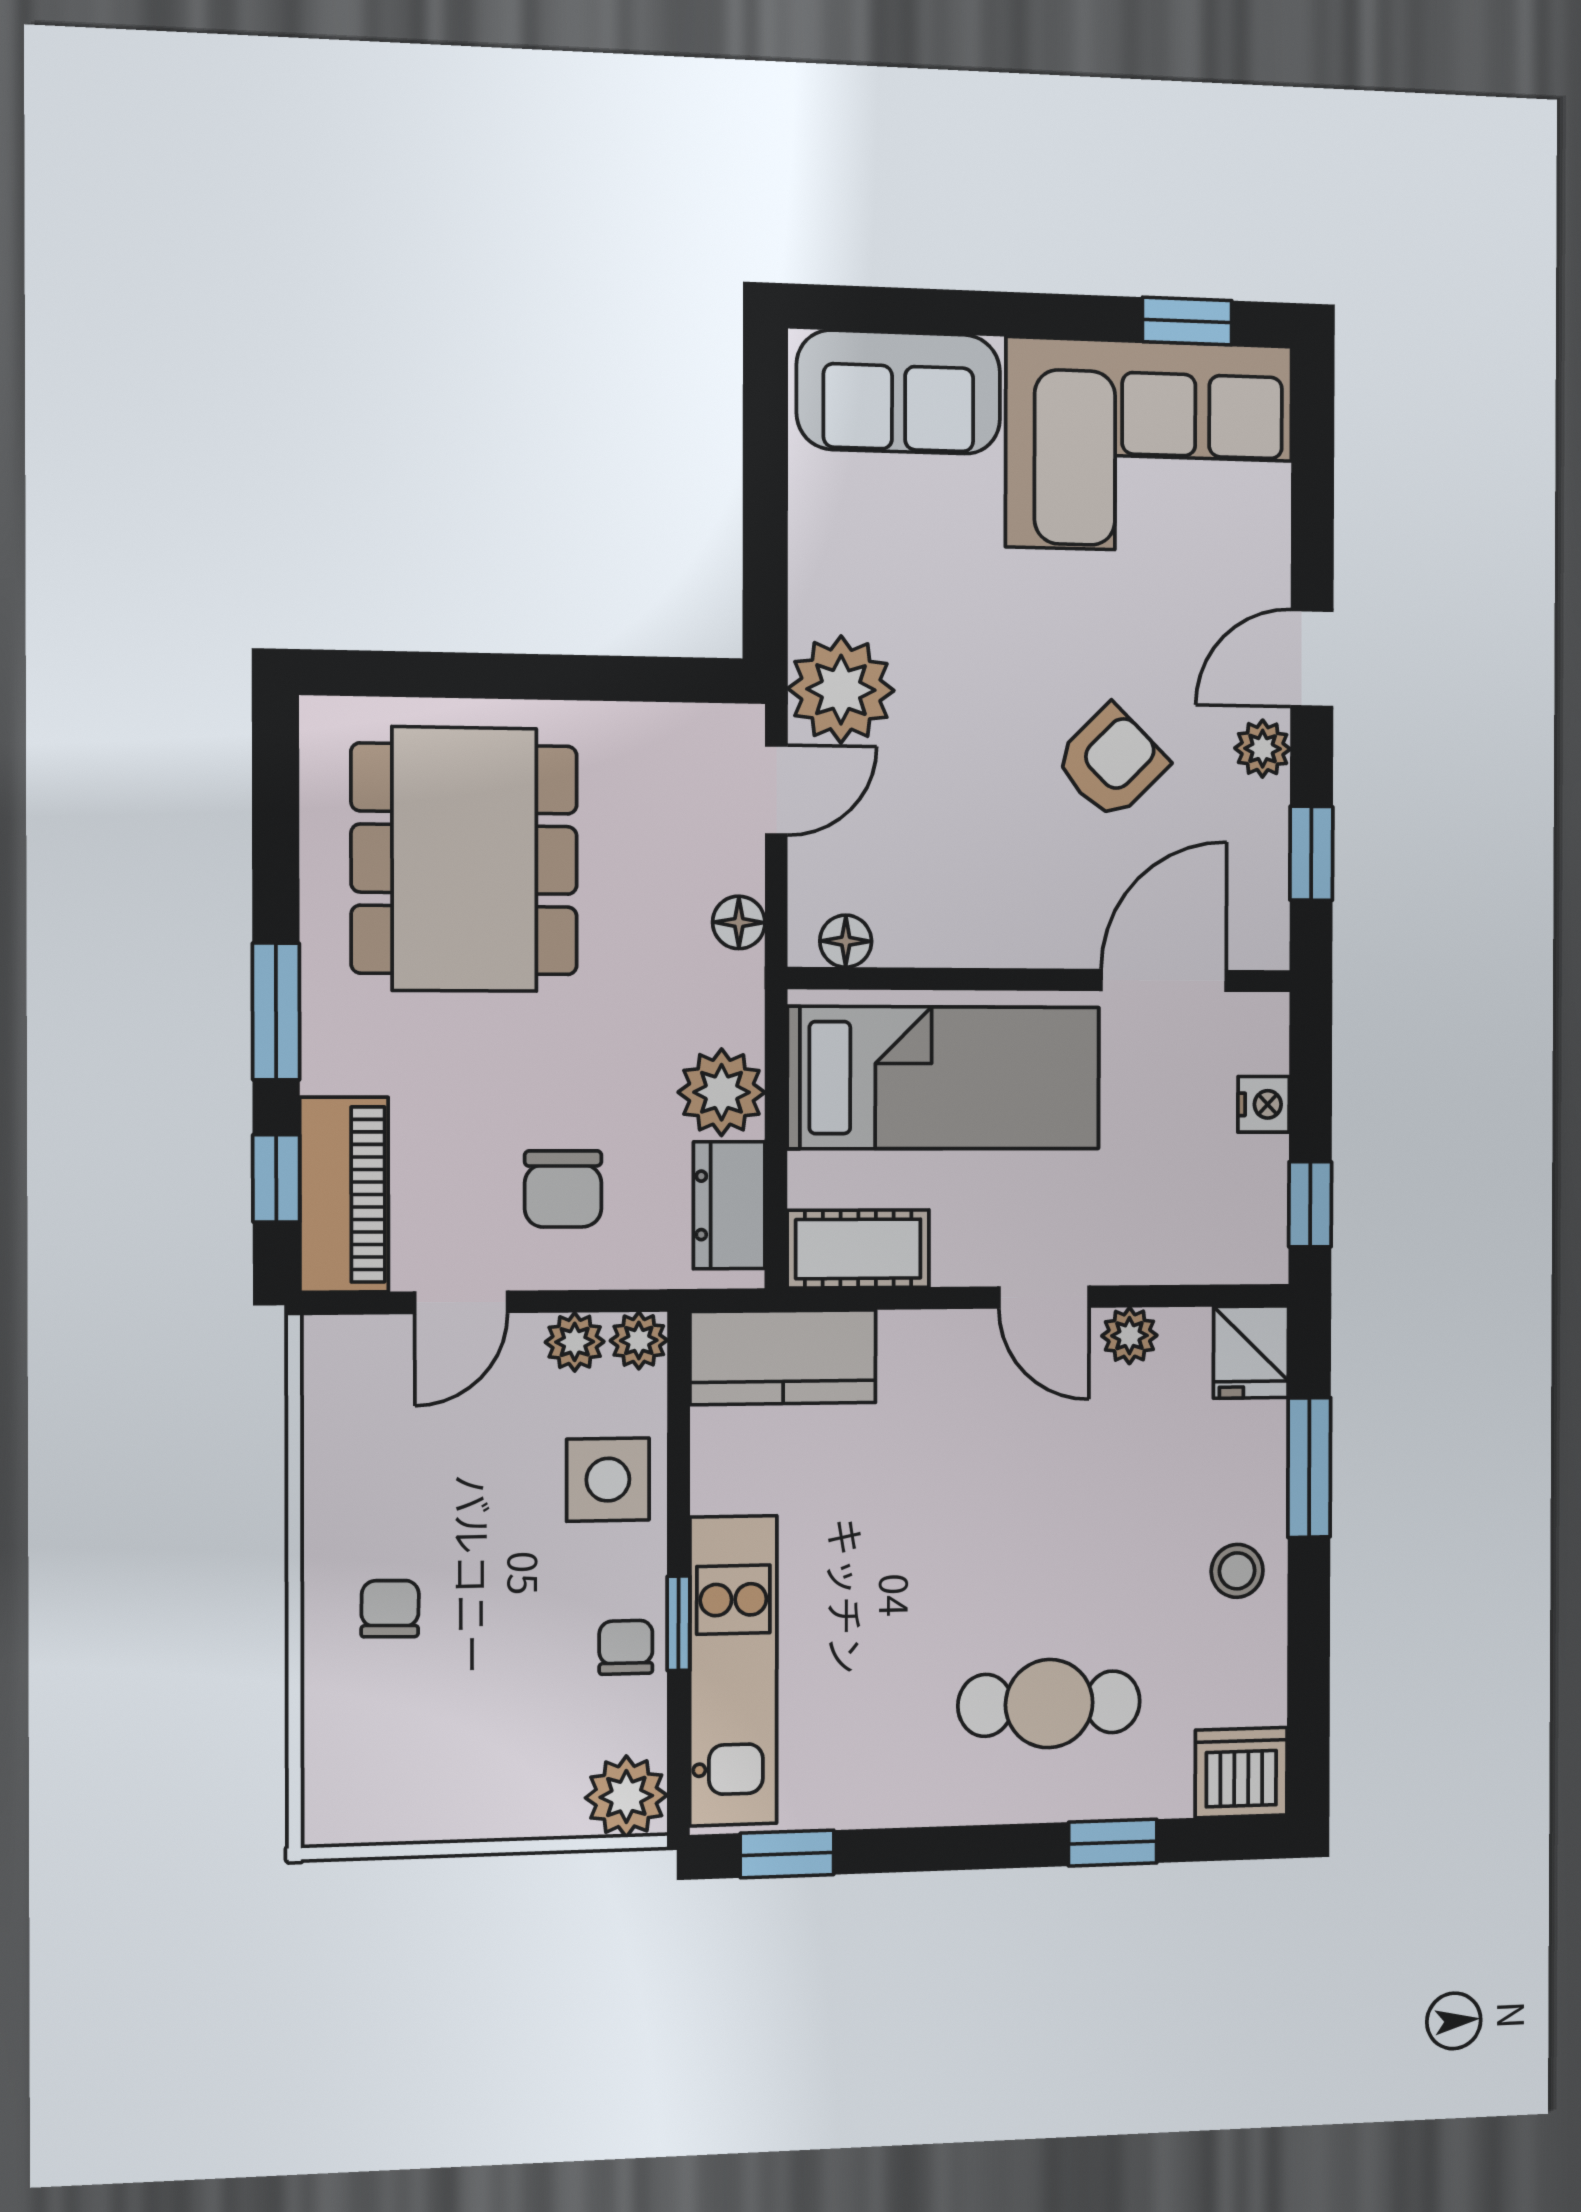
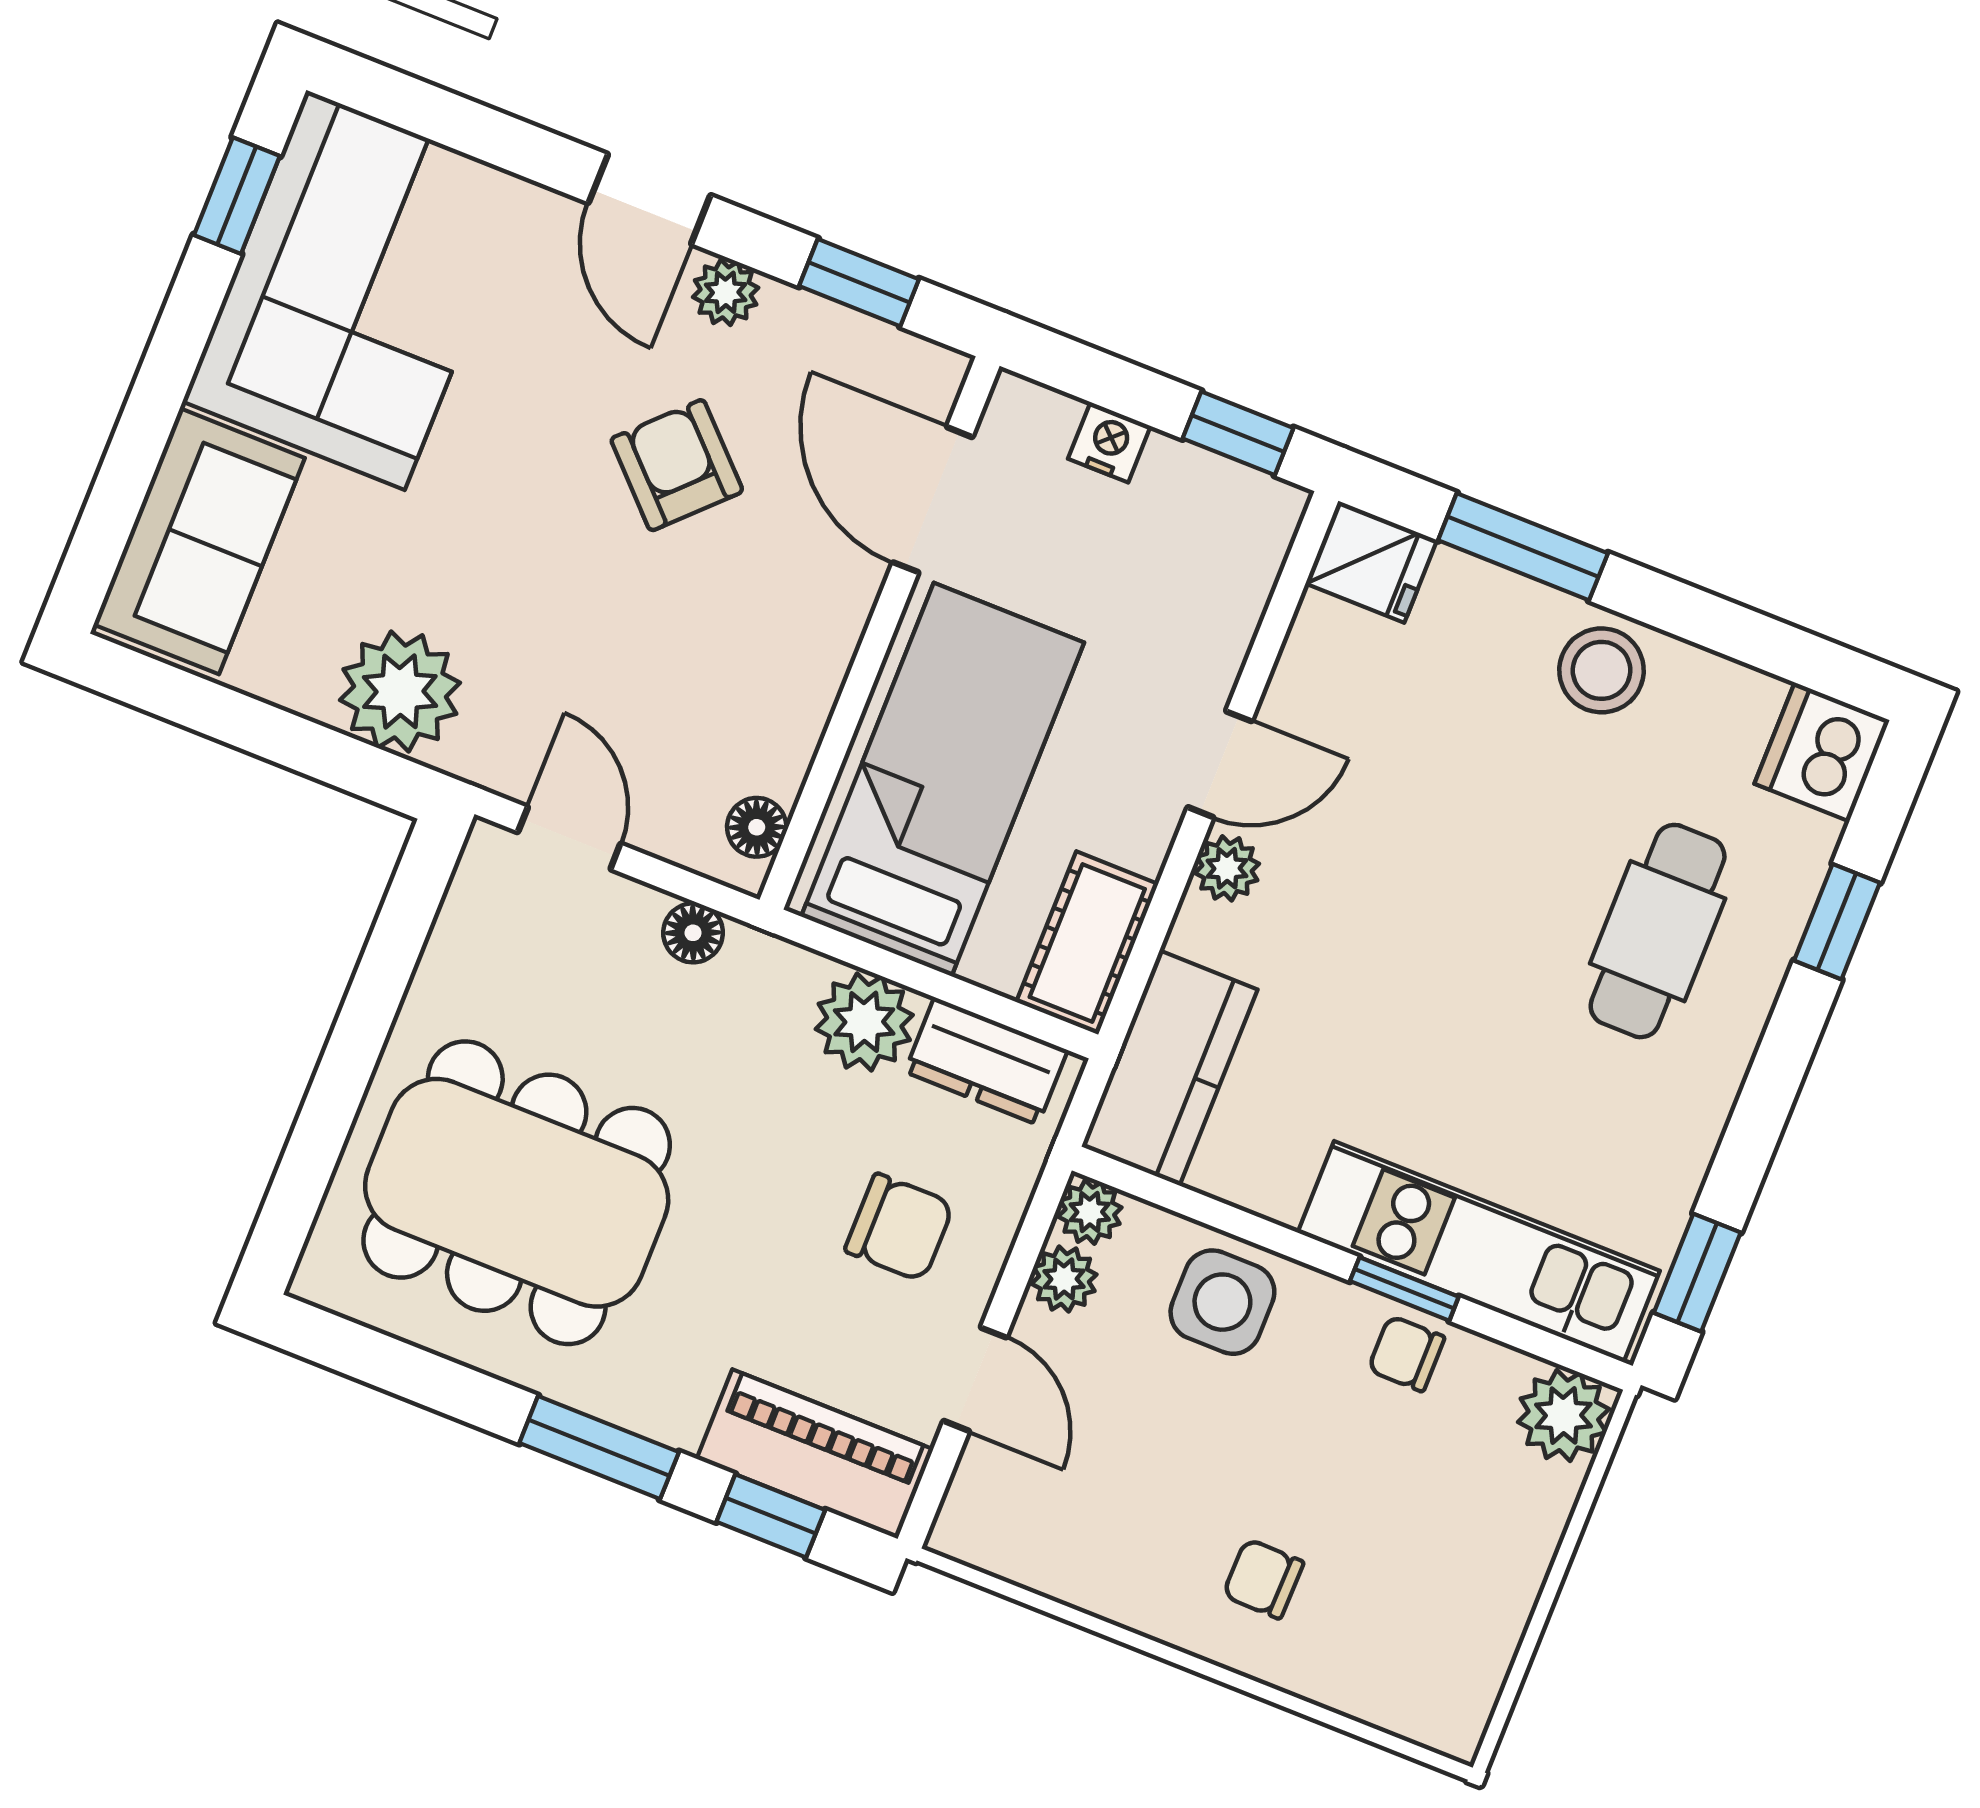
plant: (841, 690) -> (400, 691), moved
plant: (1129, 1336) -> (1227, 868), moved
stool: (1237, 1571) -> (1602, 670), width x1.37, depth x1.37

